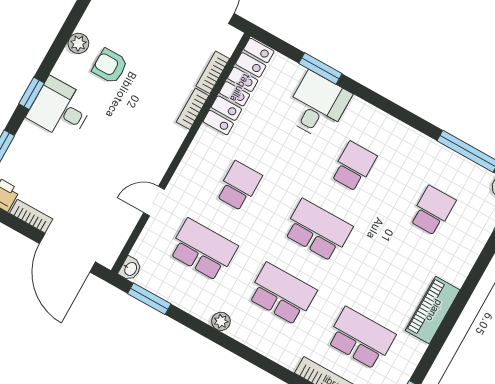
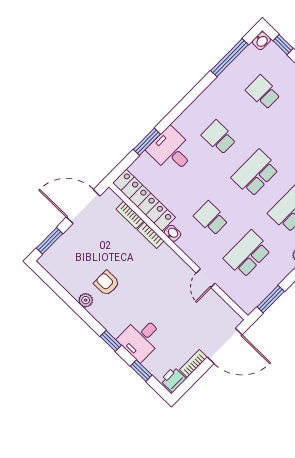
armchair: (110, 66) -> (107, 283), turned 90
desk: (60, 109) -> (141, 338), moved
washbasin: (130, 269) -> (172, 233), moved

